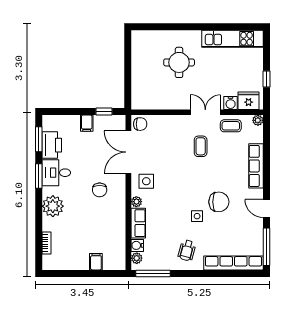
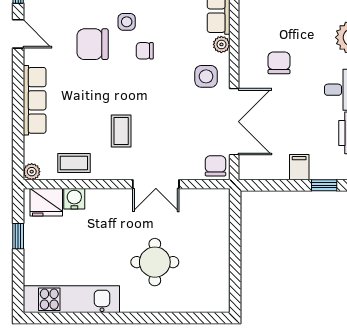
window: (104, 112) -> (324, 185), moved
double door: (205, 112) -> (156, 184), moved
chair: (140, 124) -> (215, 166), turned 90
chair: (185, 198) -> (145, 51), added

